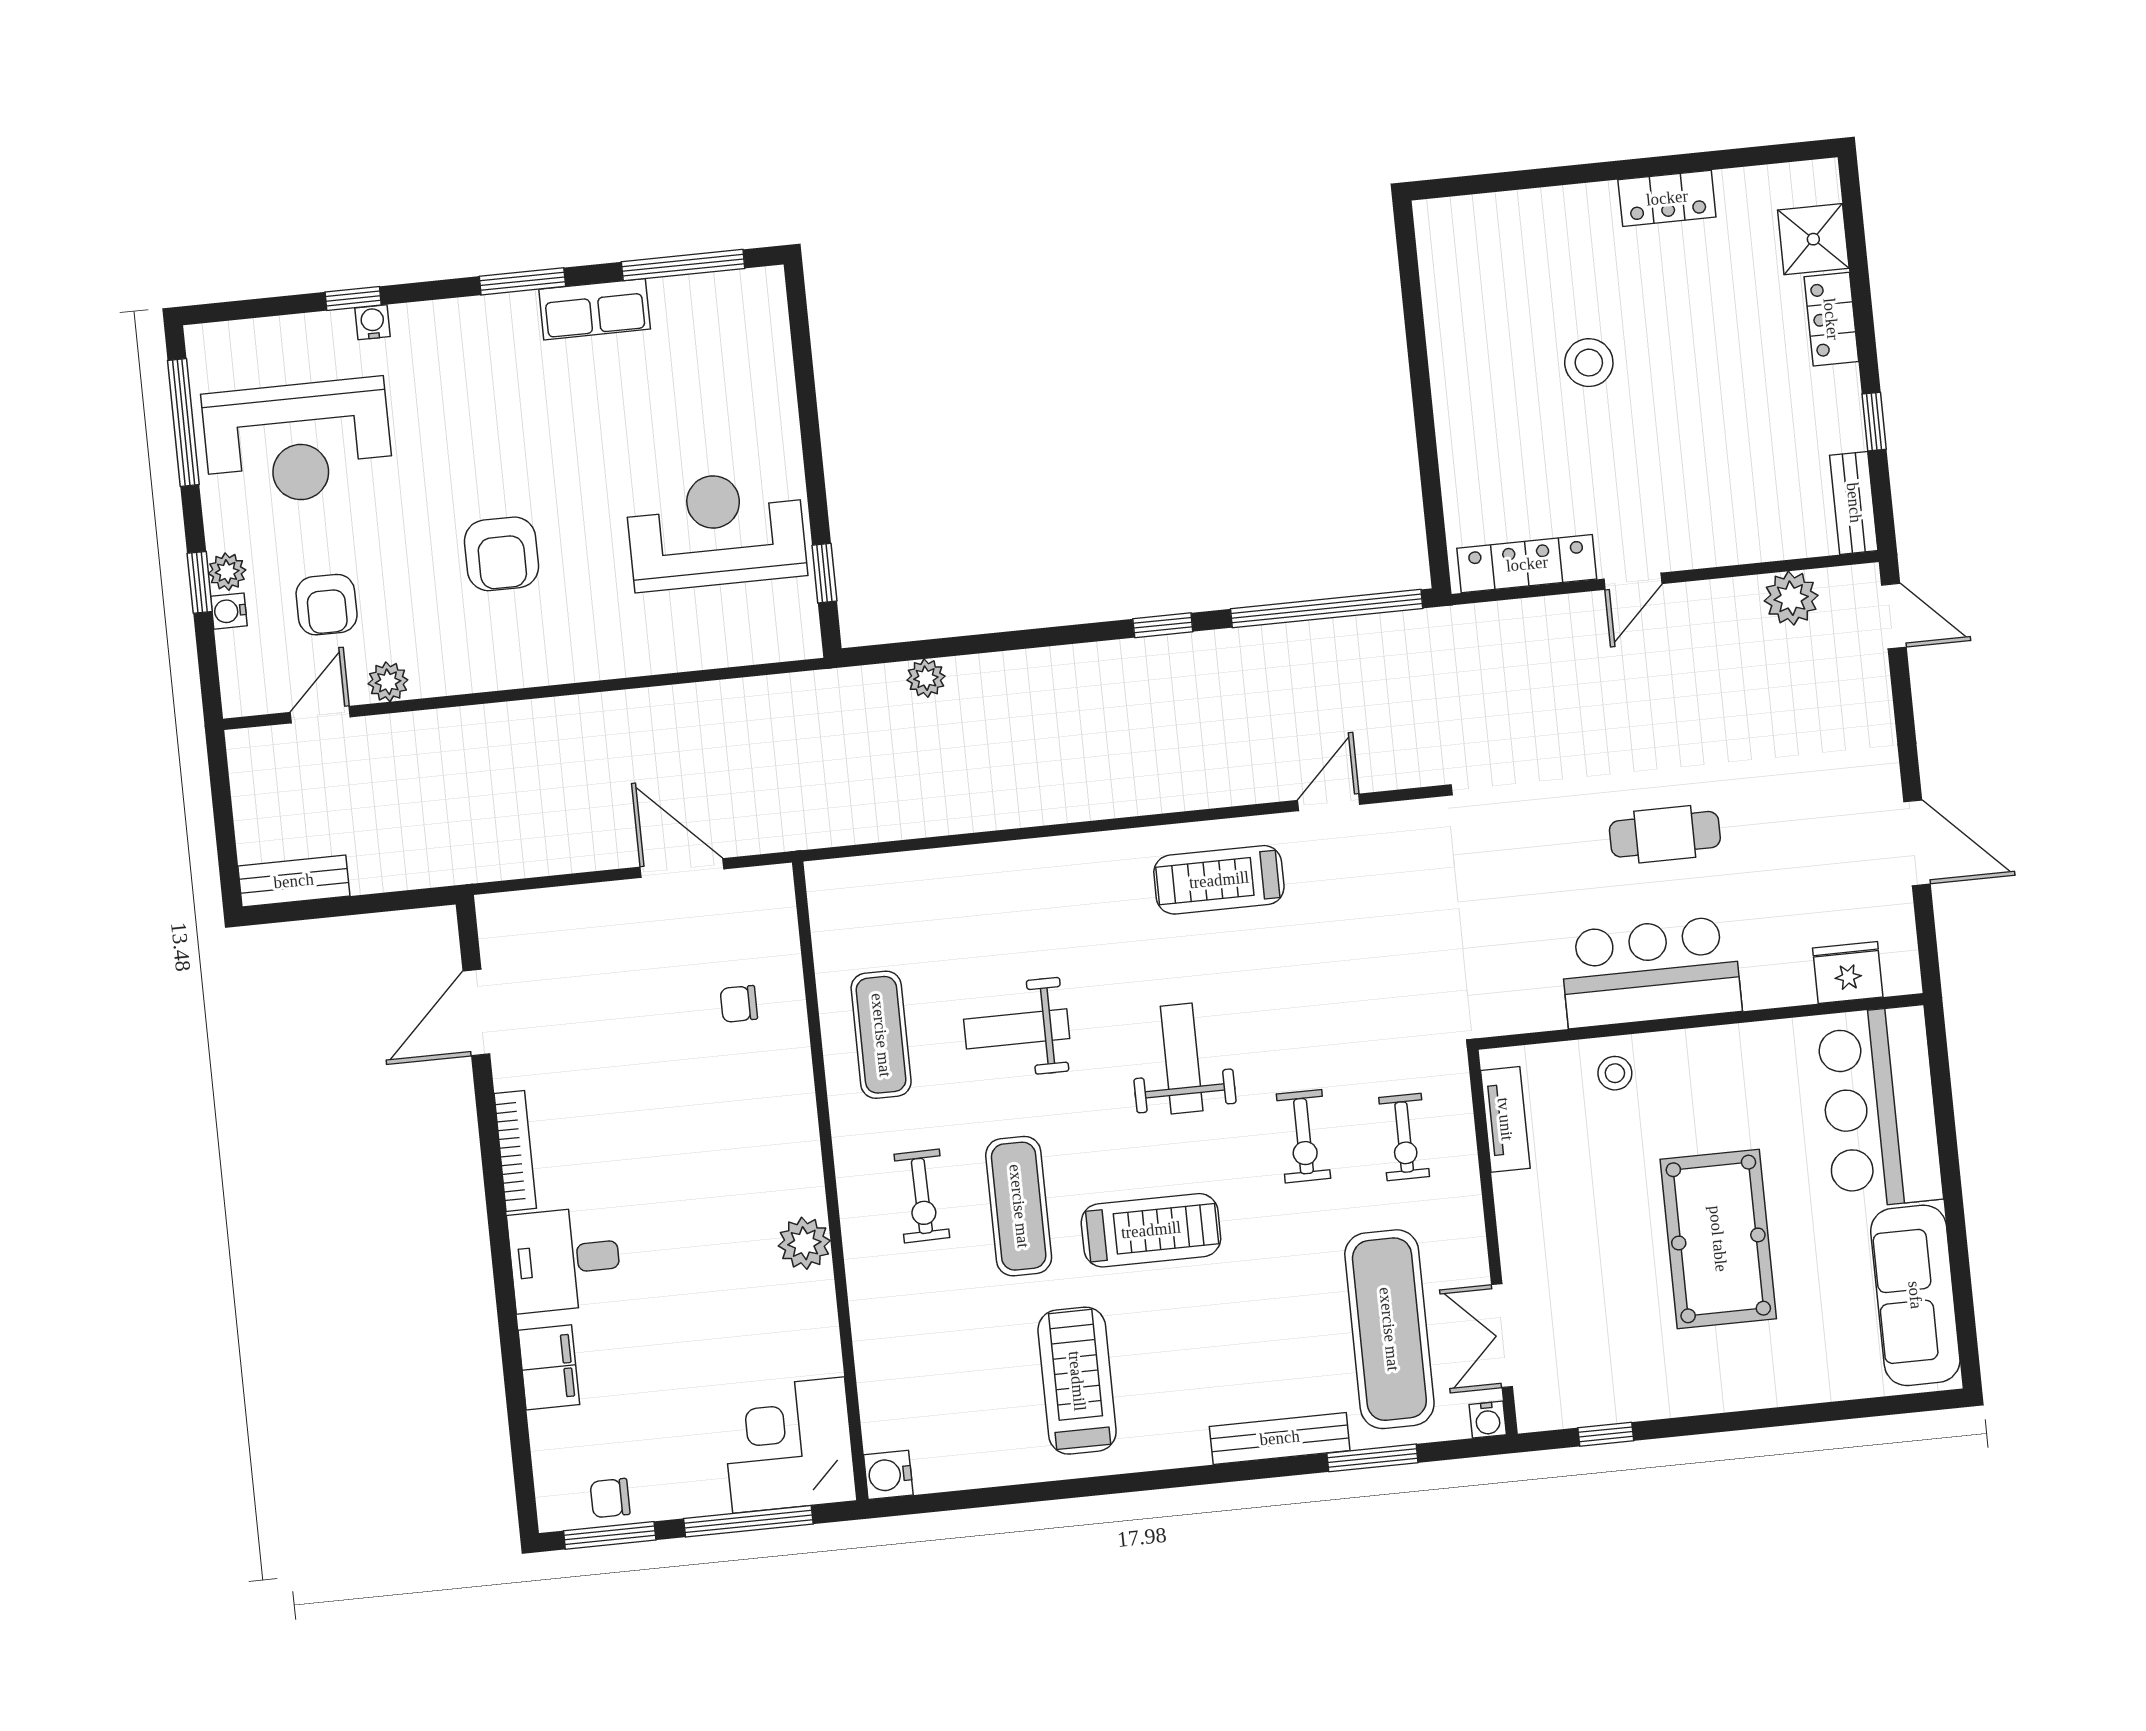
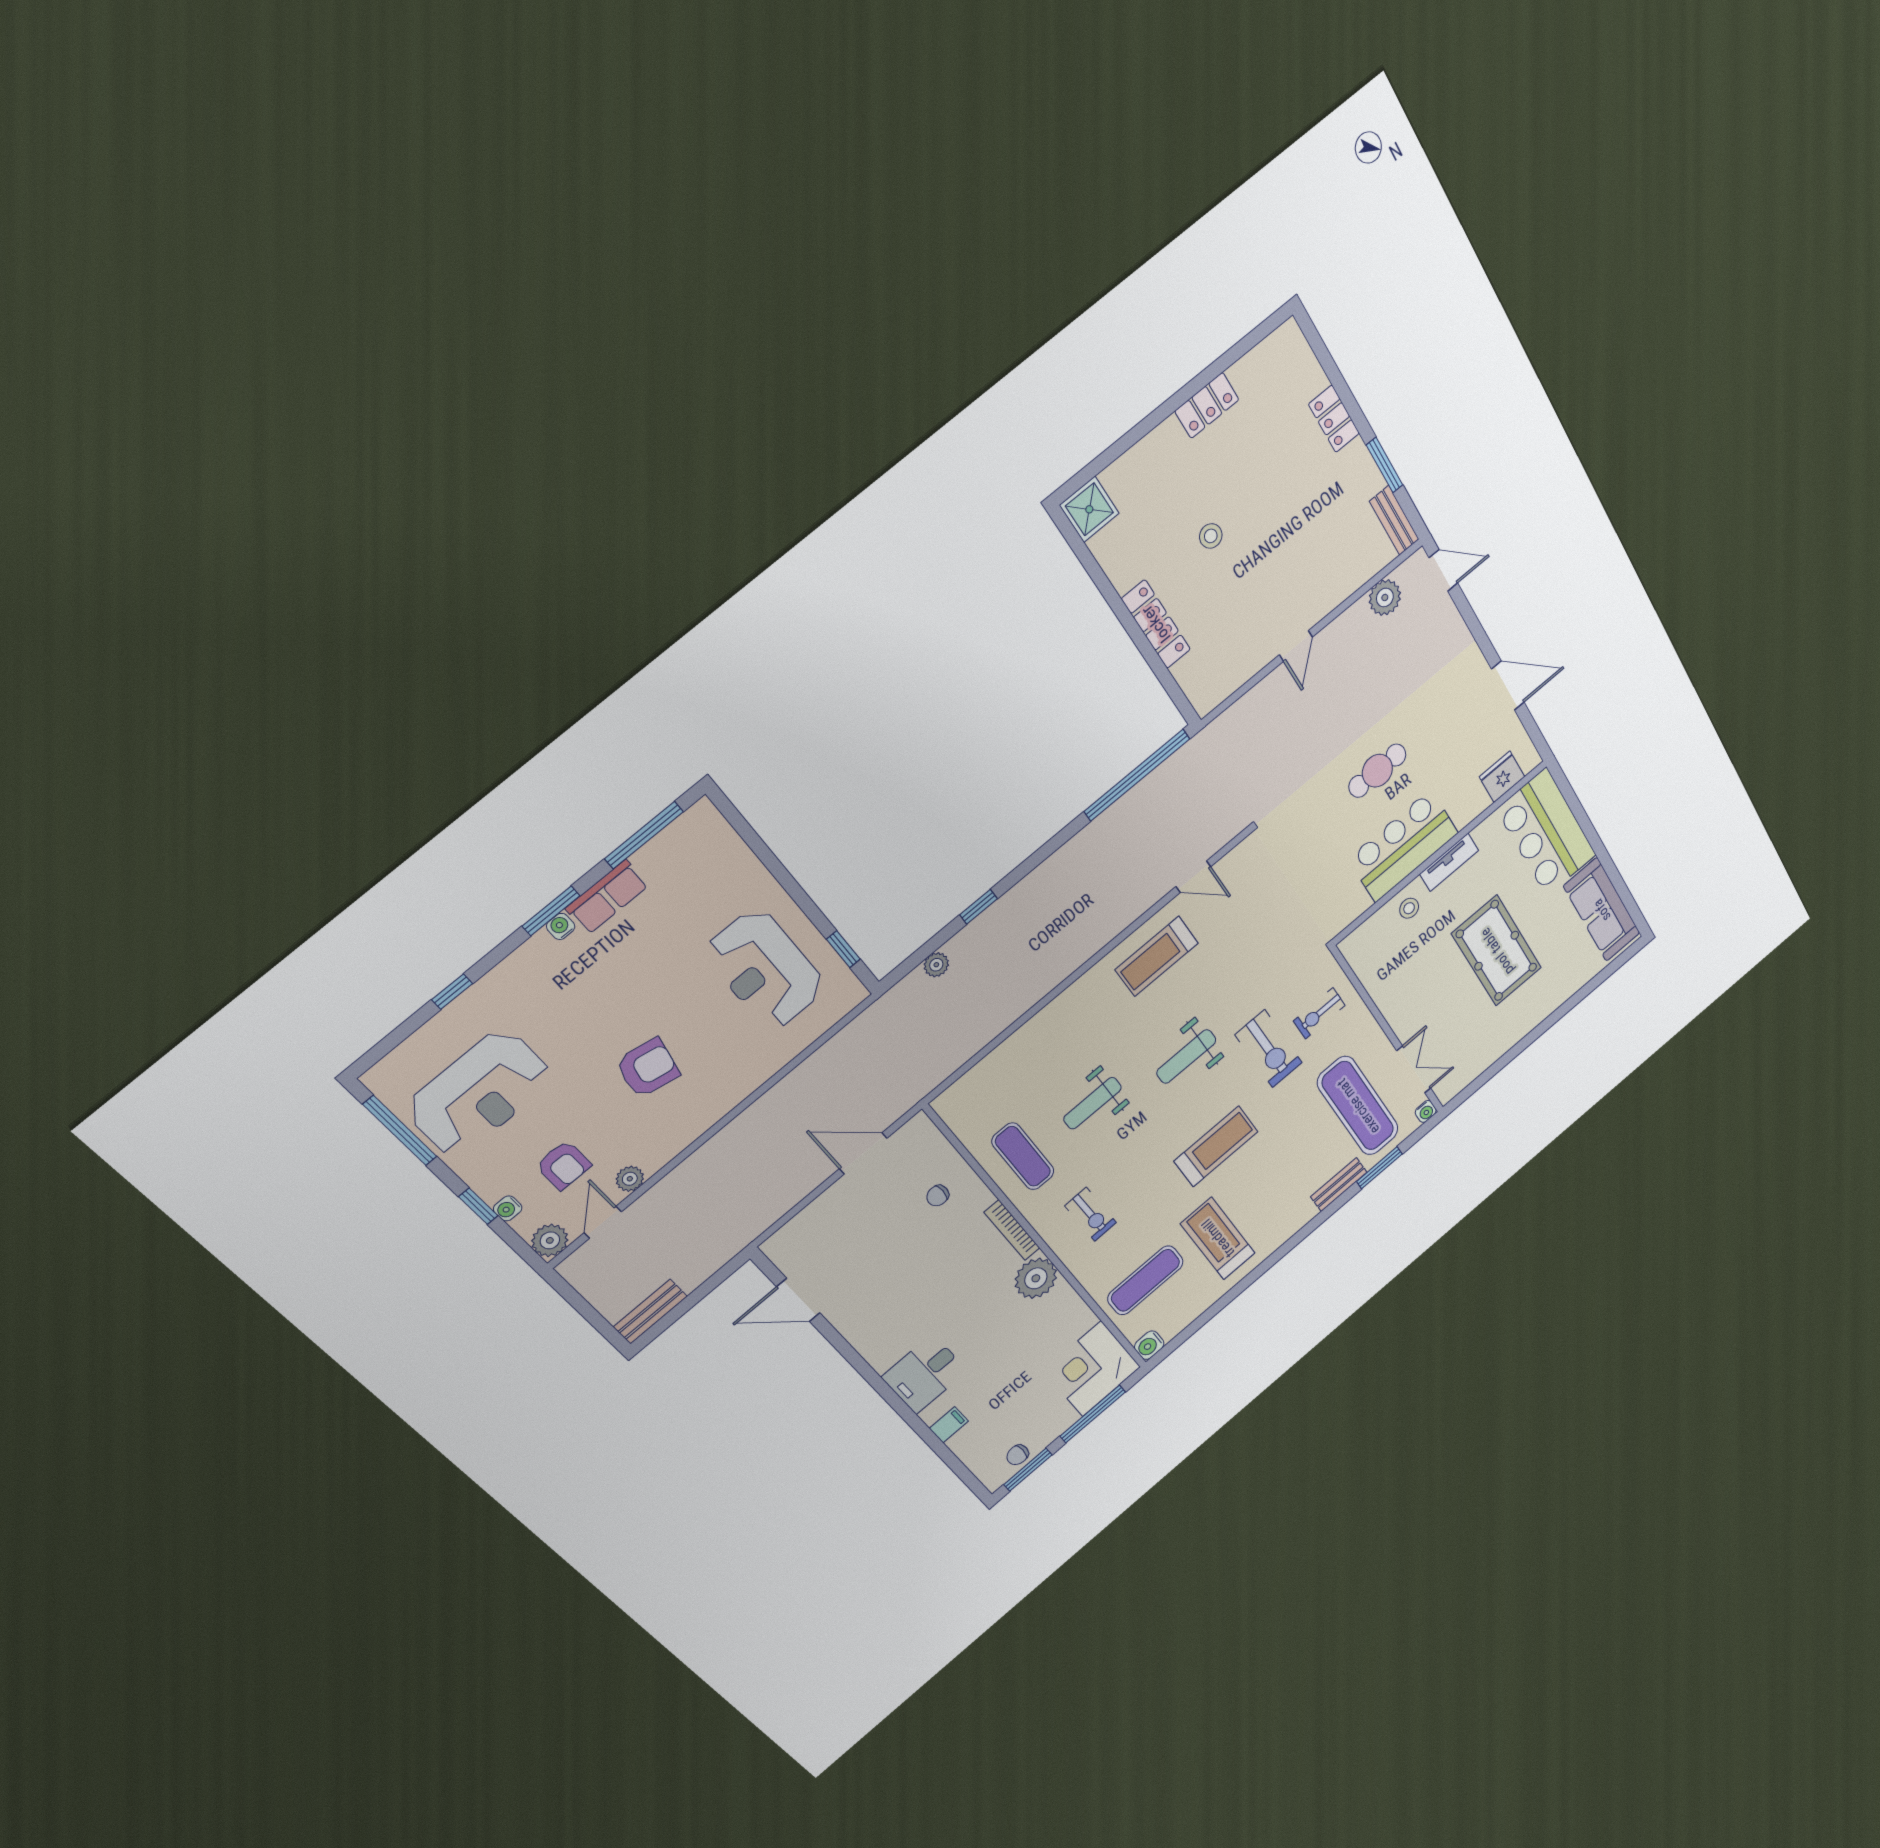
shower: (1813, 239) -> (1089, 509), moved
water cooler: (373, 322) -> (561, 926), moved
stool: (1589, 363) -> (1211, 536), width x0.73, depth x0.73
window: (1874, 422) -> (1385, 465), width x1.50
reception desk: (716, 530) -> (765, 969), turned -90
armchair: (501, 554) -> (648, 1068), turned -79
locker: (1527, 564) -> (1156, 624), moved, turned 90
plant: (227, 572) -> (550, 1240), moved, width x1.38, depth x1.38
window: (1163, 625) -> (979, 907), moved
door: (1329, 802) -> (1193, 877), swing flipped
door: (476, 1012) -> (798, 1300), hinge flipped
weight bench: (1182, 1058) -> (1186, 1056), turned -90
tv unit: (1505, 1119) -> (1449, 862), moved, turned 90
exercise bike: (1304, 1136) -> (1269, 1049), width x1.38, depth x1.39
exercise bike: (1404, 1137) -> (1319, 1013), turned 90
bookcase: (515, 1151) -> (1012, 1230), moved, turned 180
exercise mat: (1019, 1206) -> (1145, 1280), moved, turned 90
plant: (804, 1243) -> (1036, 1278), width x1.36, depth x1.36
double door: (1502, 1336) -> (1414, 1070), swing flipped
filing cabinet: (549, 1367) -> (949, 1425), width x0.50
window: (1606, 1434) -> (1485, 1077), removed
bench: (1280, 1438) -> (1339, 1185), width x0.73

